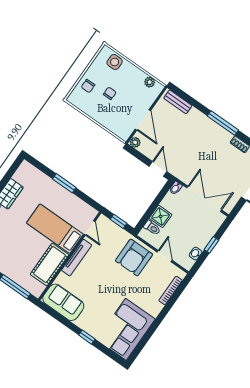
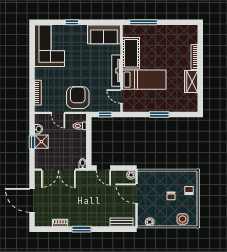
window: (223, 123) -> (82, 229), width x0.69
shower: (161, 216) -> (41, 142), moved

